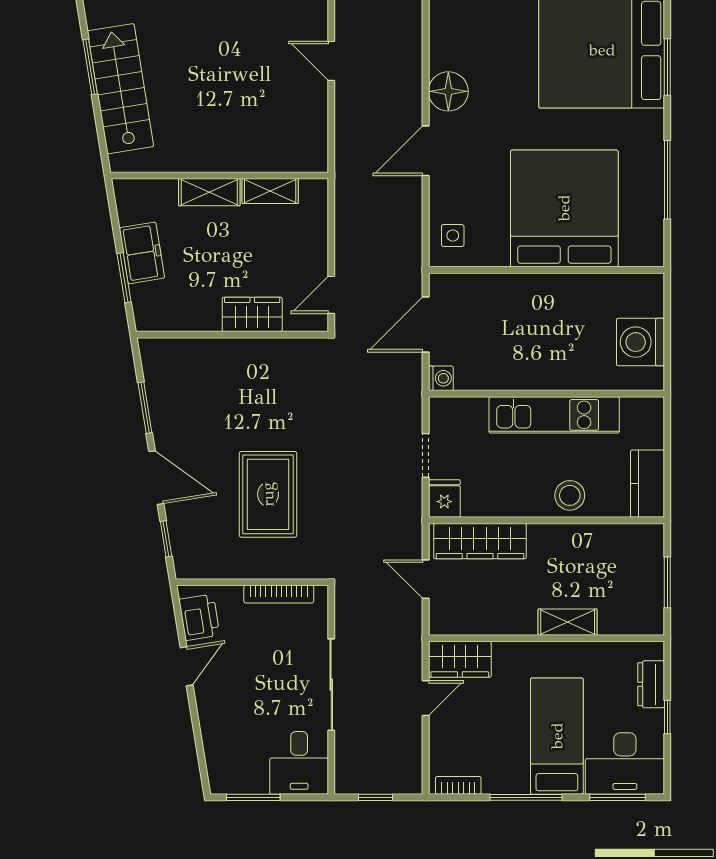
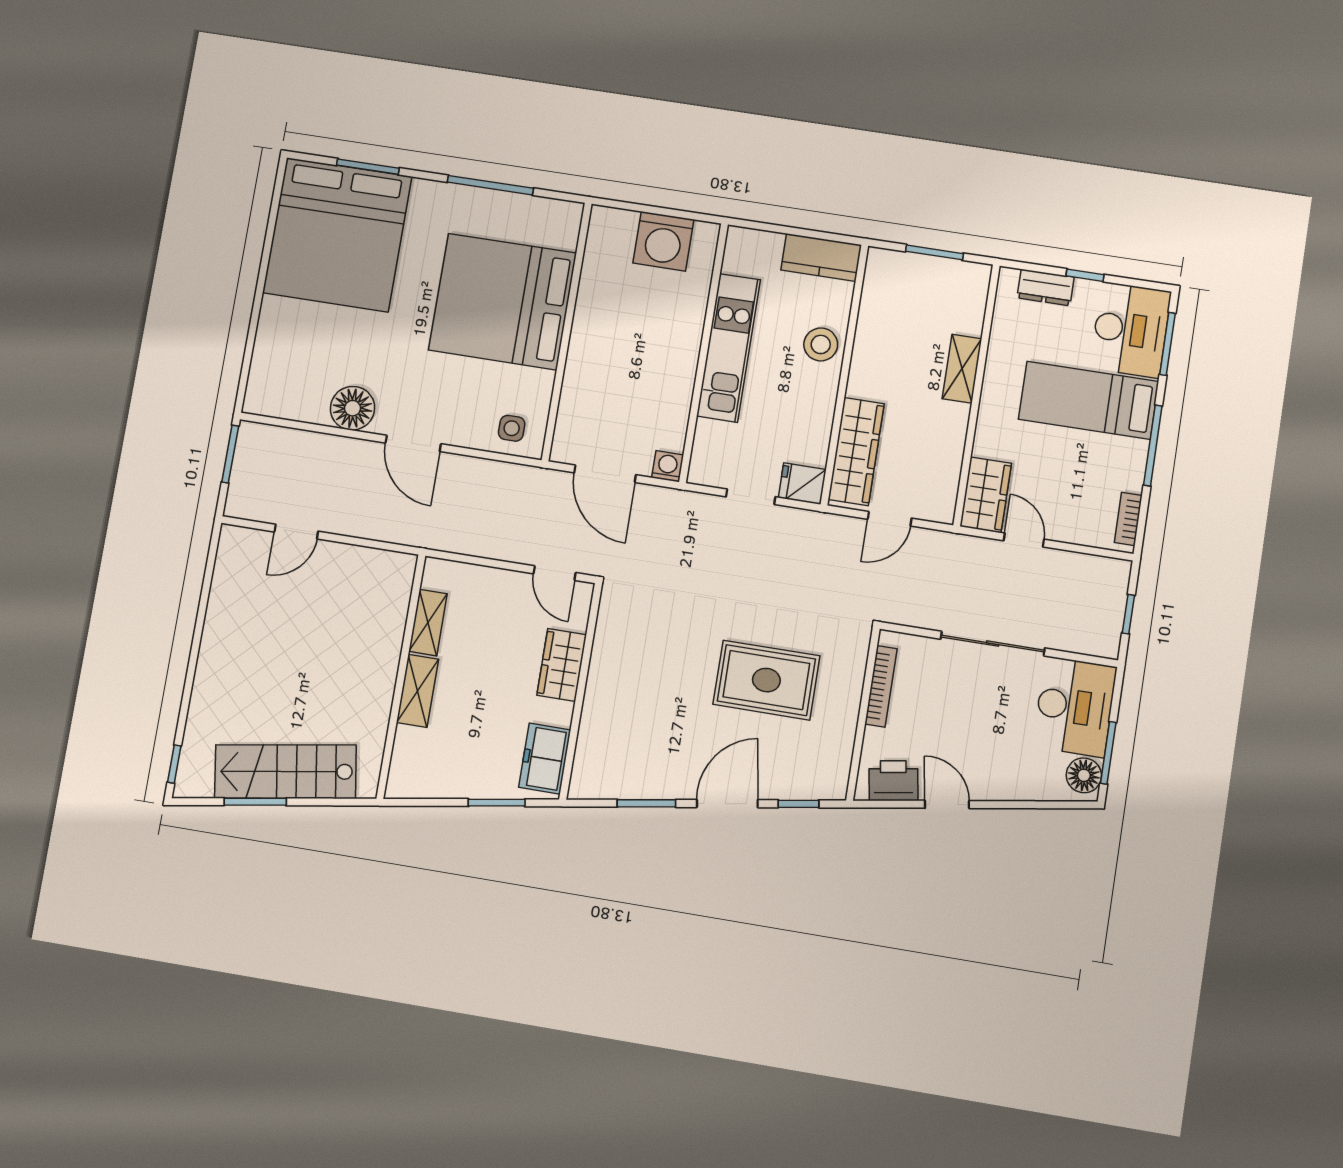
freezer: (142, 253) -> (545, 759), moved, turned -81
desk: (299, 763) -> (1075, 707), width x1.37
floor lamp: (231, 779) -> (1084, 775), added

